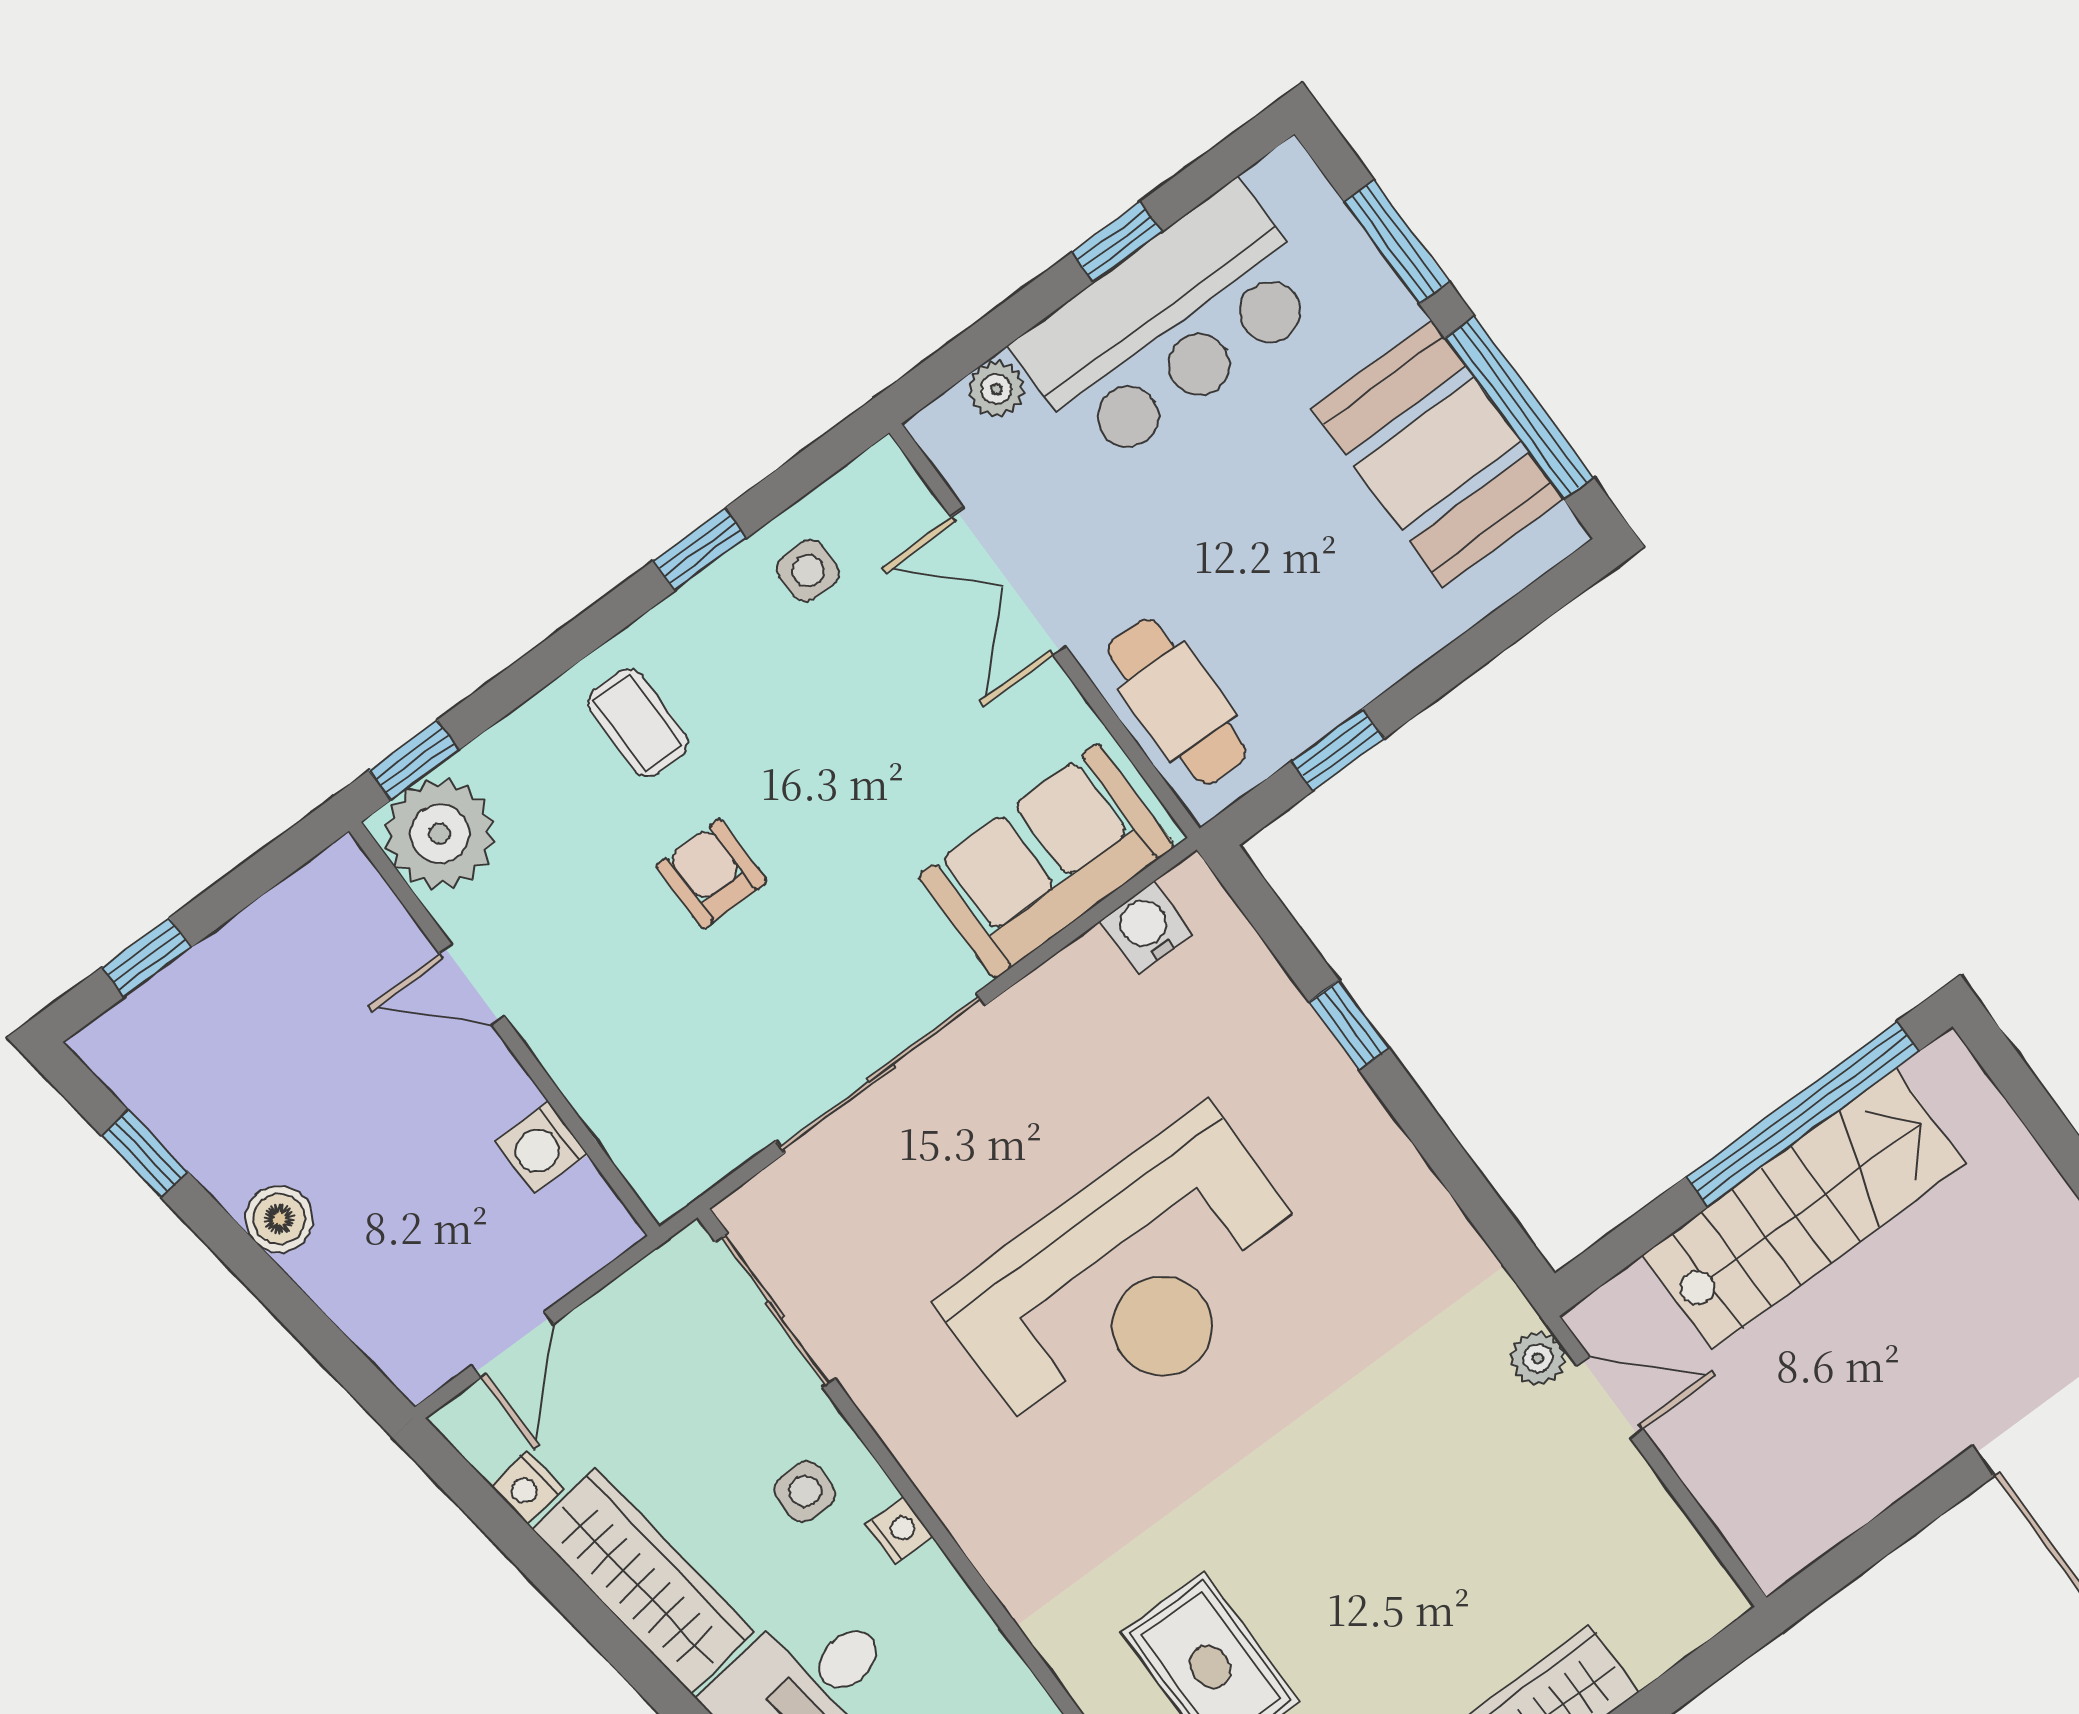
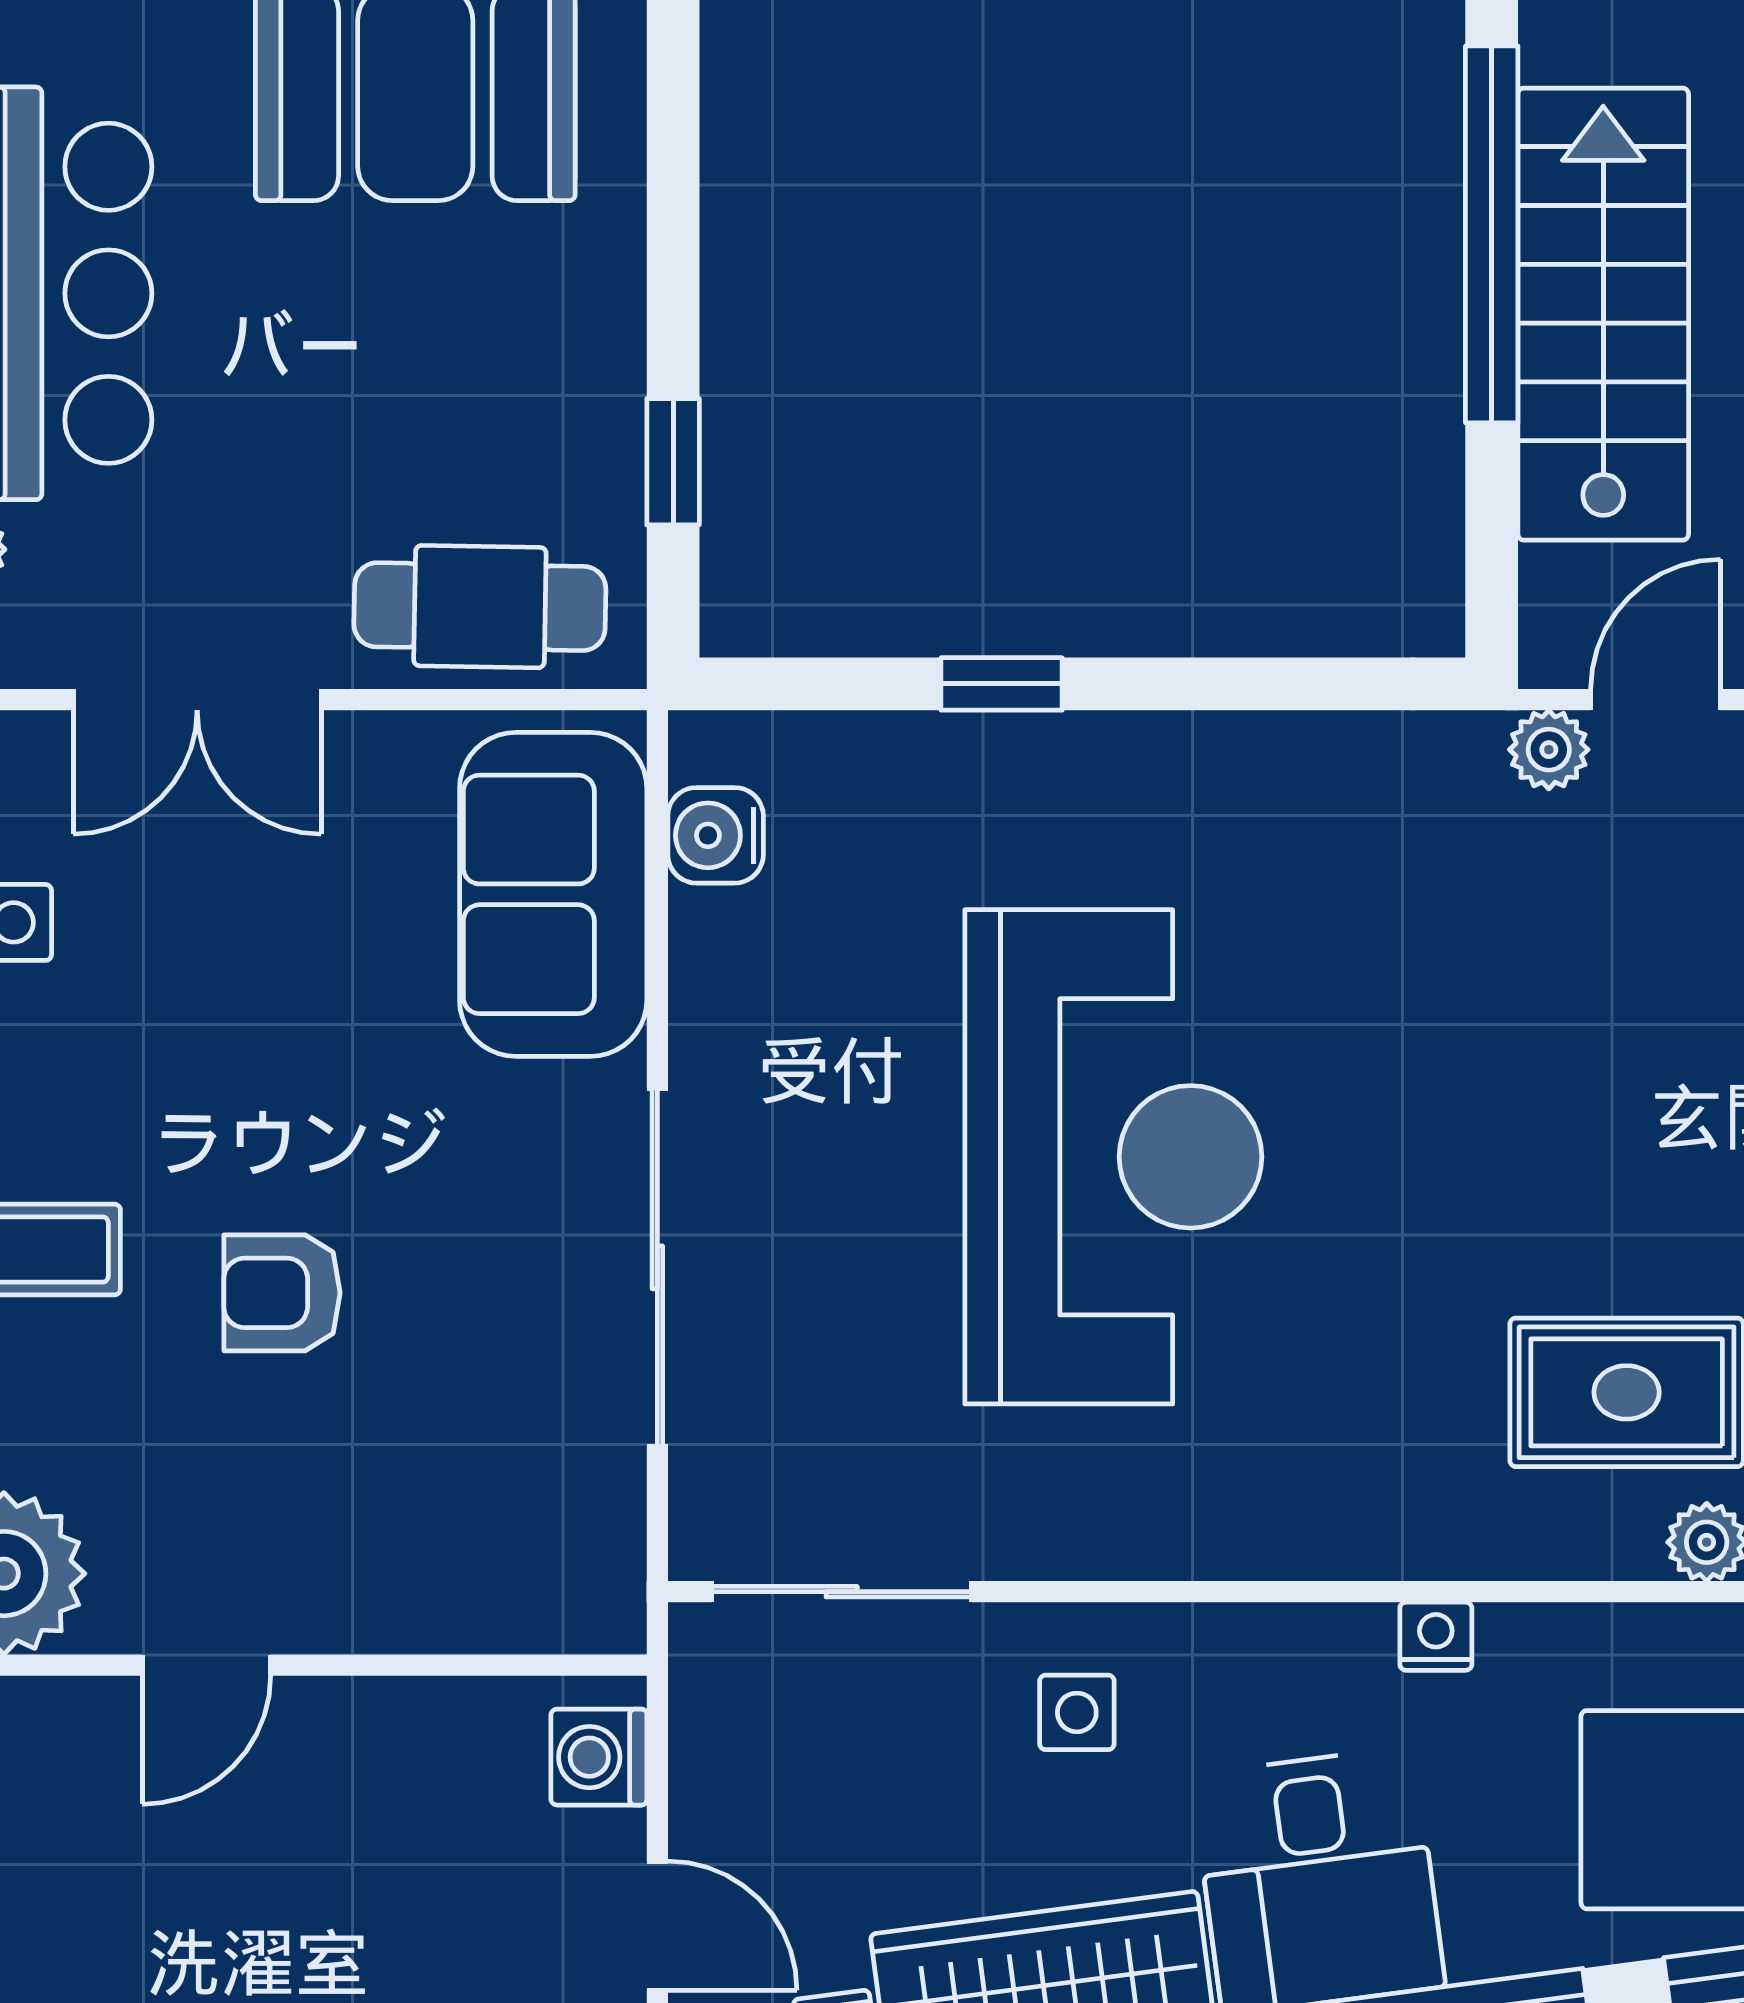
washing machine: (541, 1148) -> (599, 1757), moved, turned 90
nightstand: (899, 1531) -> (1436, 1636), moved

